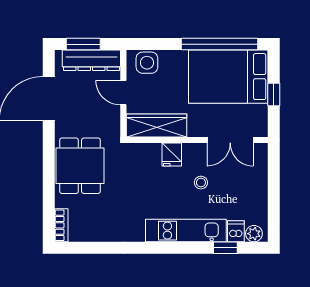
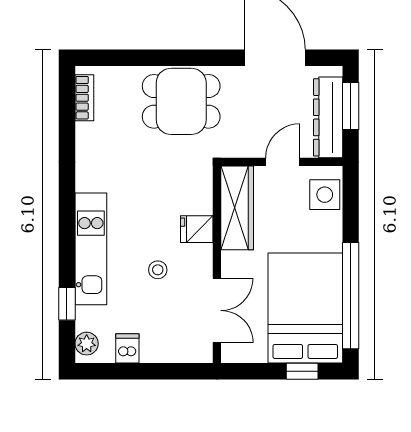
window: (274, 95) -> (302, 371), moved
double door: (230, 140) -> (217, 310), swing flipped
bookcase: (61, 225) -> (84, 98), moved, turned -90
dishwasher: (236, 231) -> (127, 348), moved, turned -90

